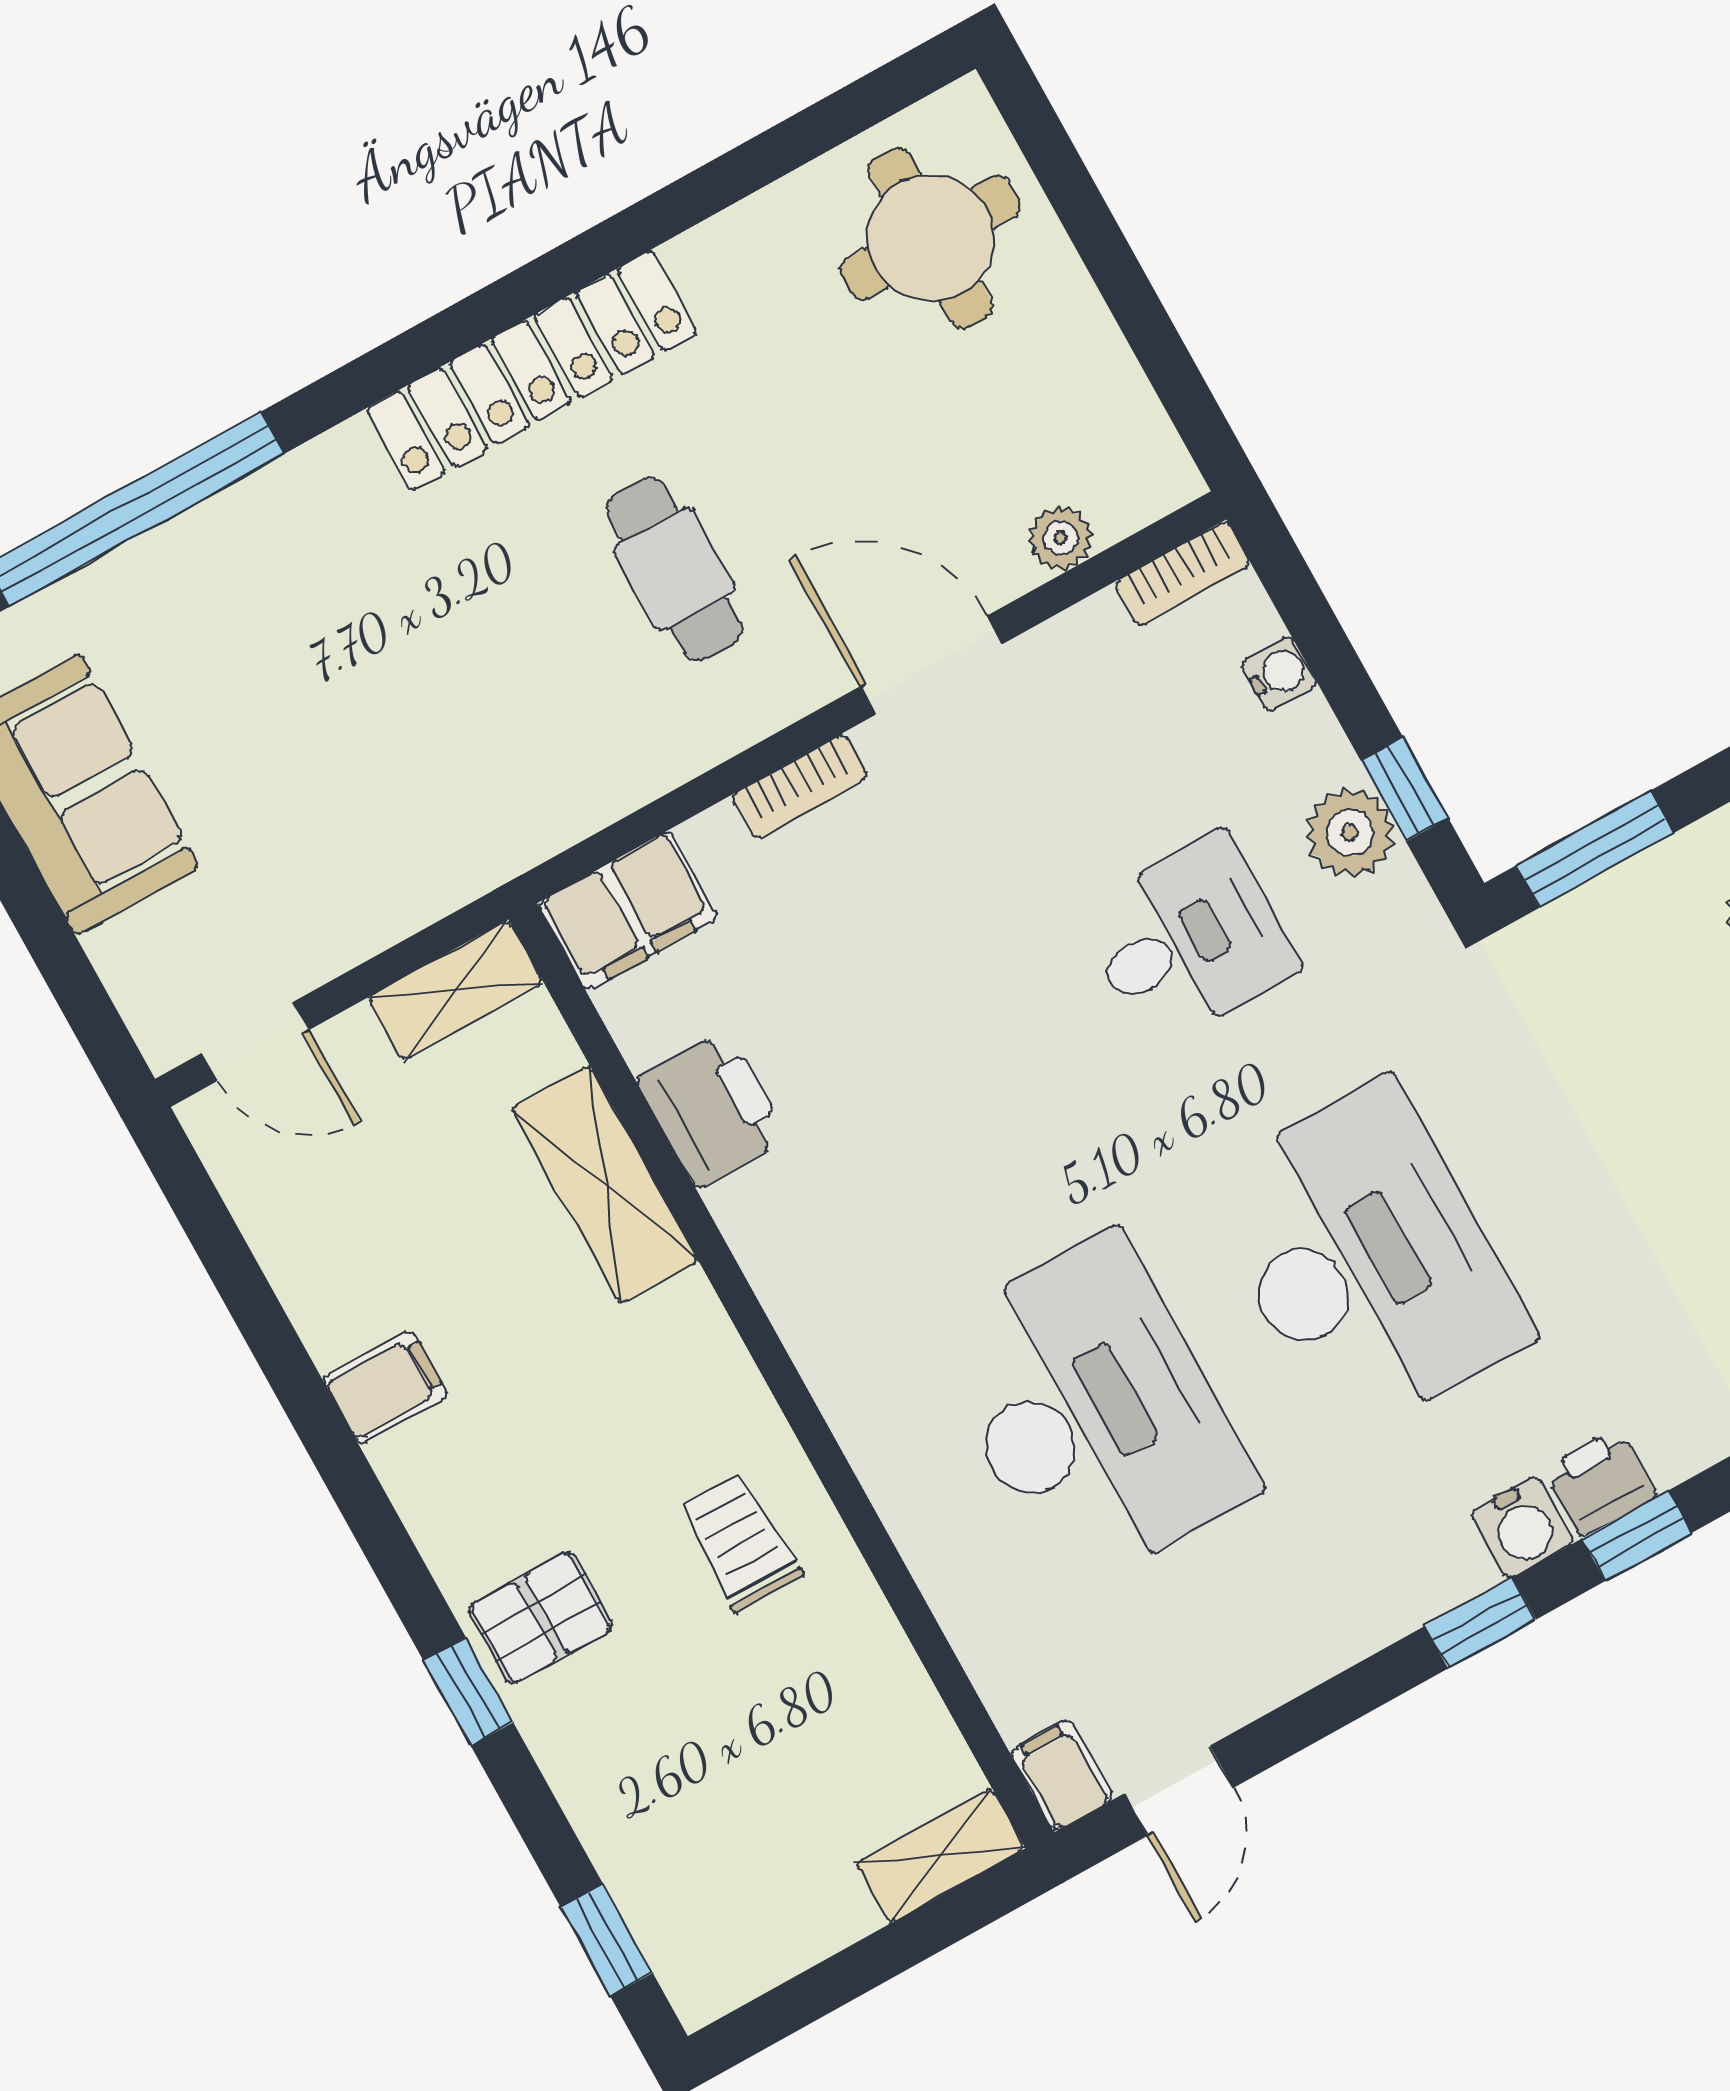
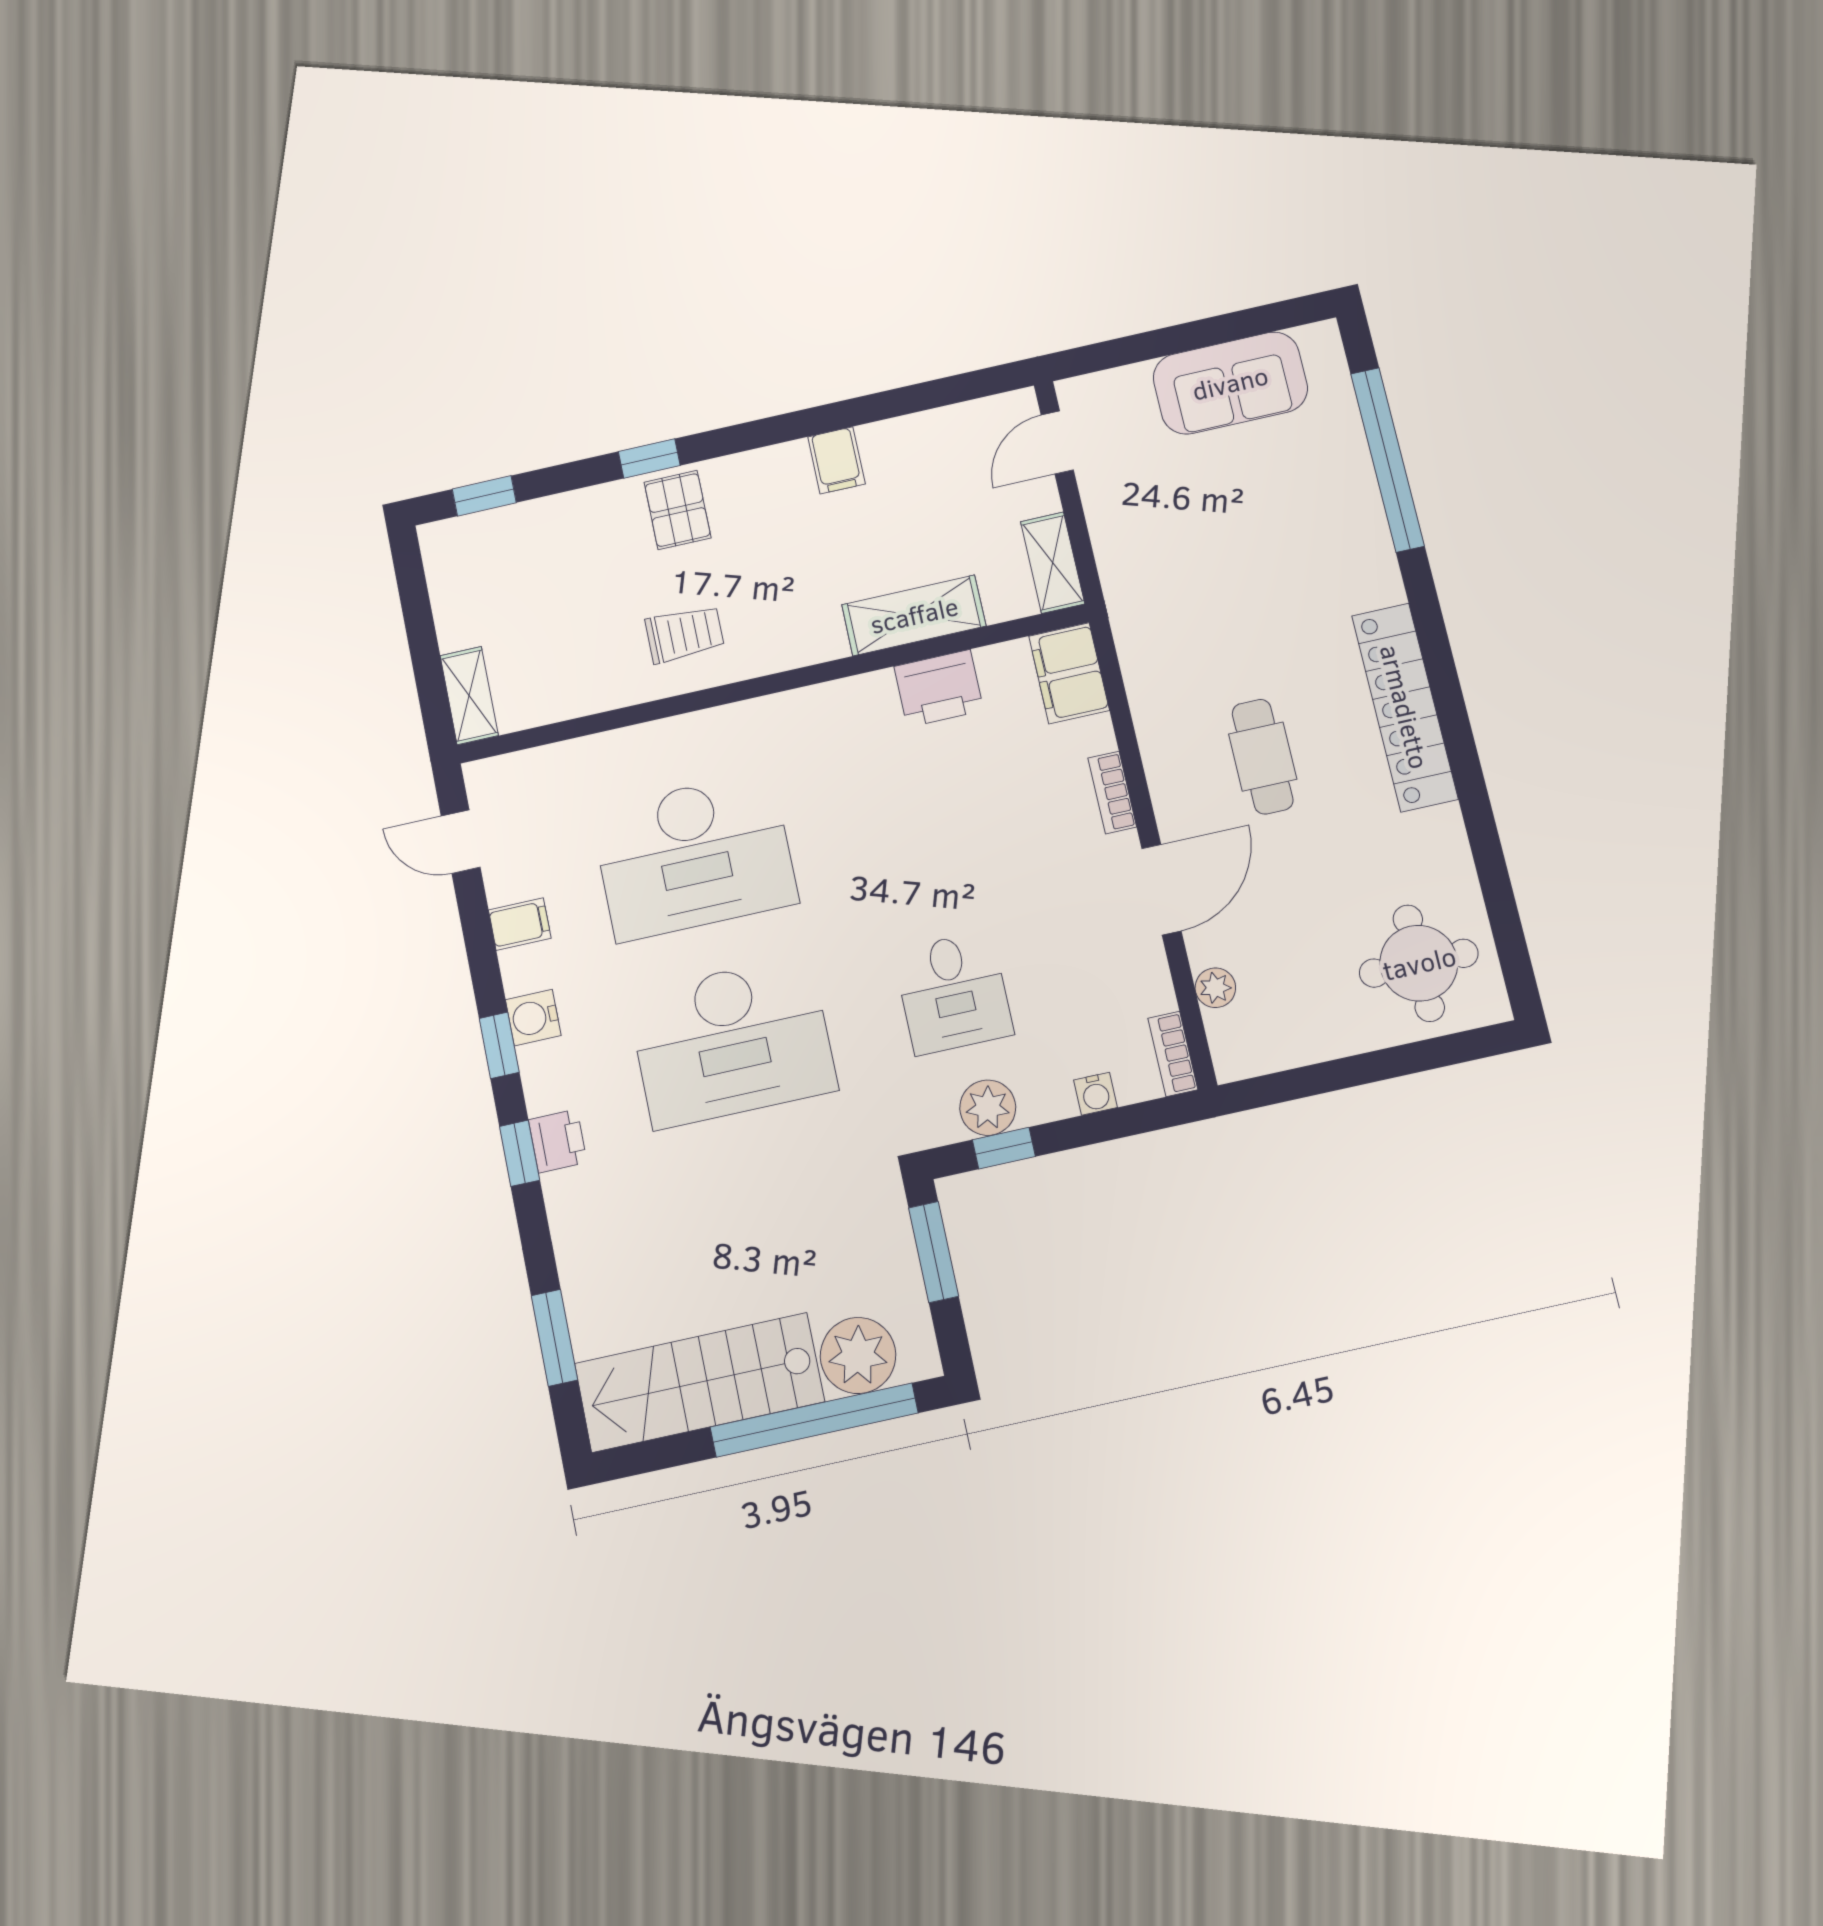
cafe table: (674, 569) -> (1263, 757), turned 90
water cooler: (1522, 1527) -> (533, 1018), moved
filing cabinet: (1062, 1775) -> (520, 924), moved

